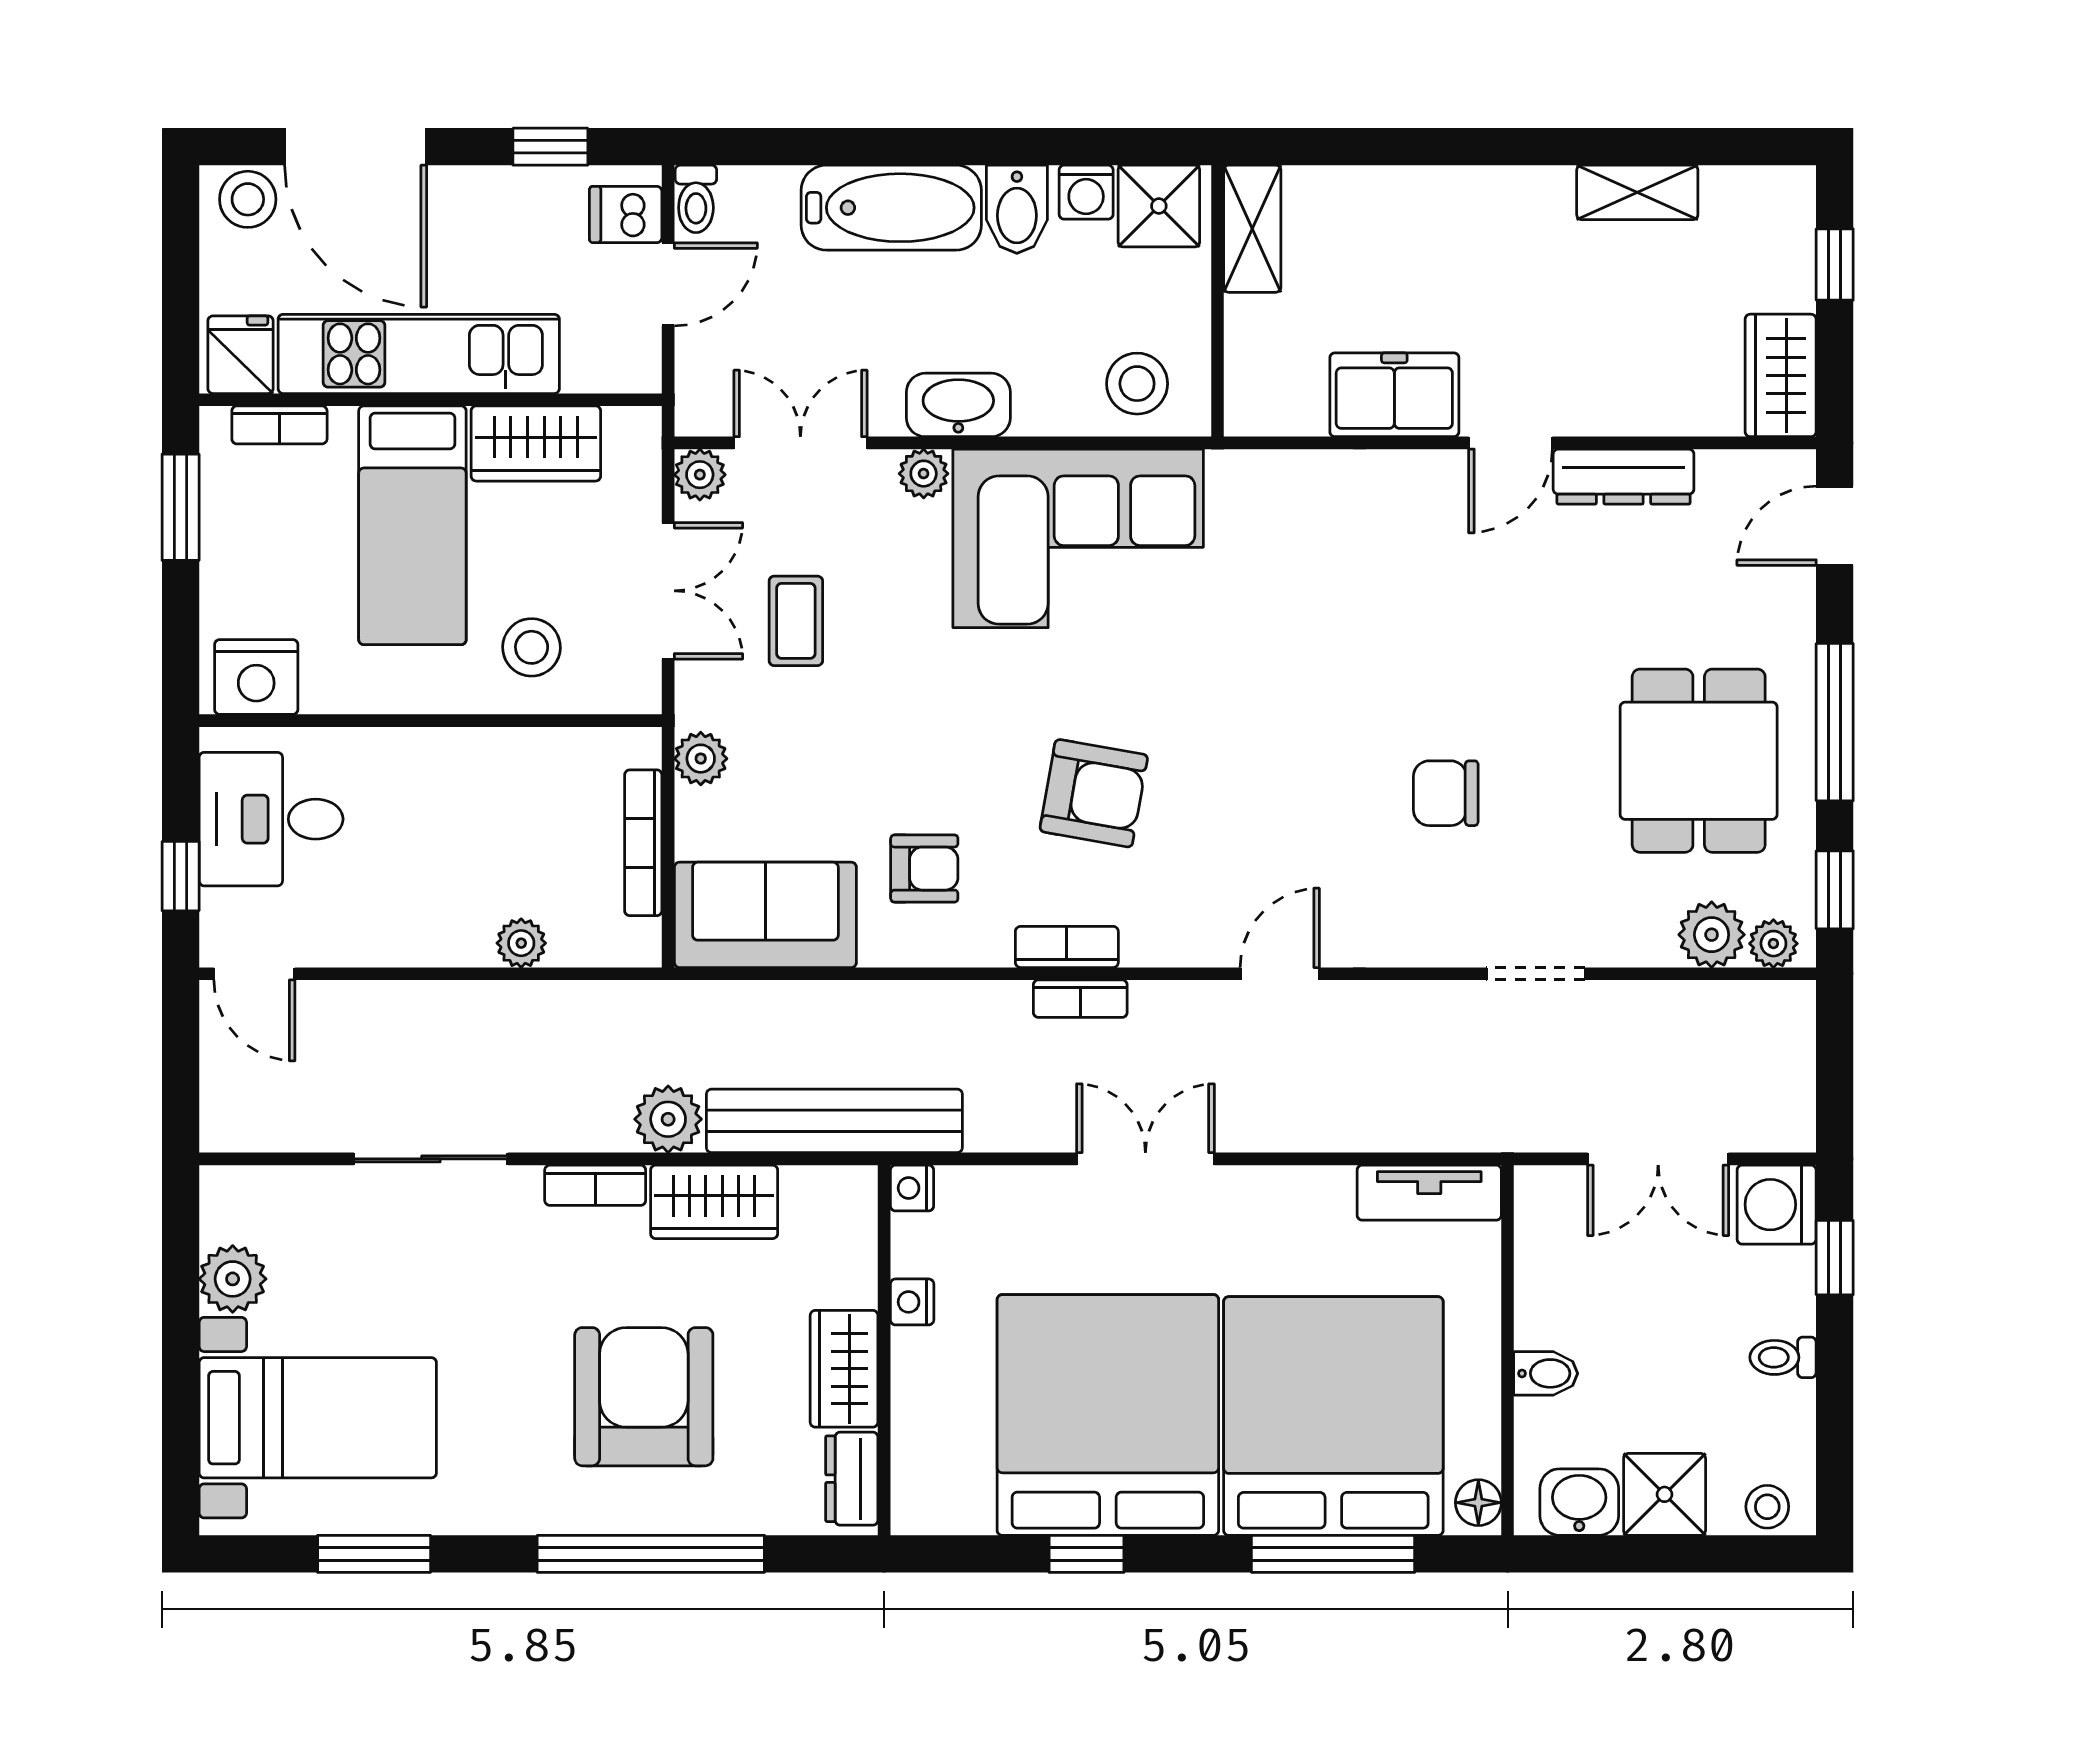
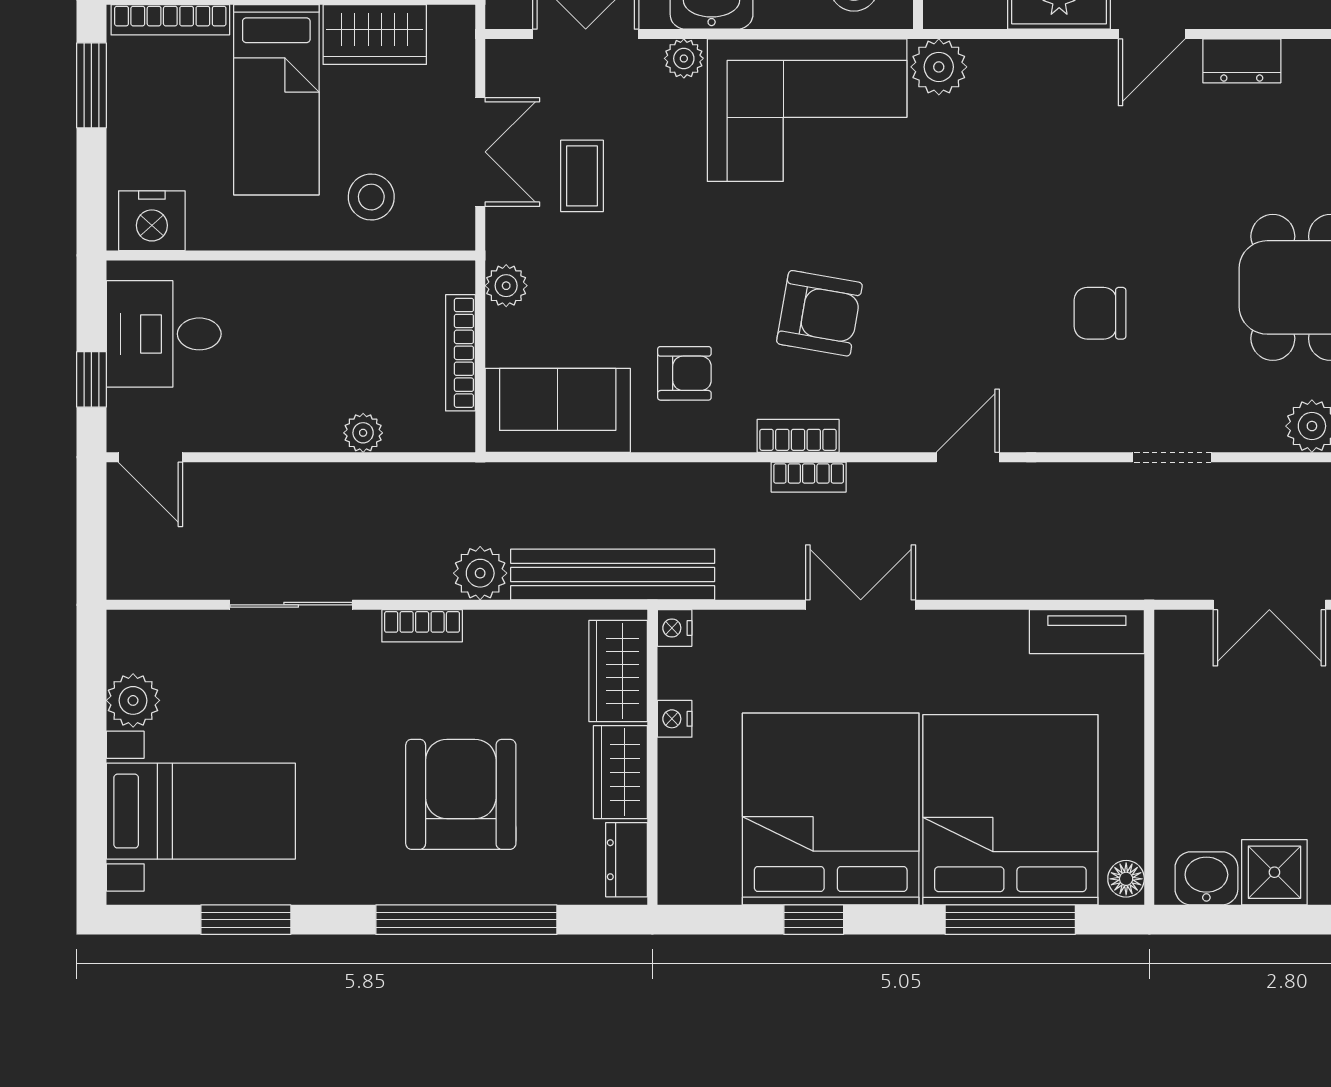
bookcase: (279, 425) -> (170, 20), width x1.56
plant: (700, 475) -> (939, 67), moved, width x1.38, depth x1.38
dresser: (1624, 477) -> (1242, 61), width x0.70
wardrobe: (714, 1202) -> (618, 671), moved, turned 90
bidet: (1546, 1373) -> (1180, 776), removed

